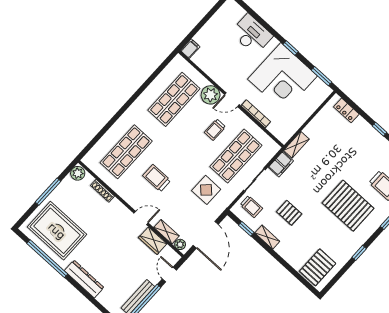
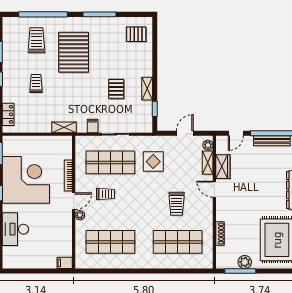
plant: (211, 95) -> (80, 215), width x0.53, depth x0.53
door: (232, 100) -> (74, 201), hinge flipped
filing cabinet: (281, 164) -> (93, 126), width x0.50
plant: (78, 173) -> (245, 262), moved
window: (48, 192) -> (240, 271), moved
trolley: (251, 207) -> (36, 83), moved
door: (206, 235) -> (185, 133), width x0.53
window: (359, 253) -> (99, 14), width x2.17
pallet: (318, 267) -> (136, 34), width x0.67, depth x0.71

